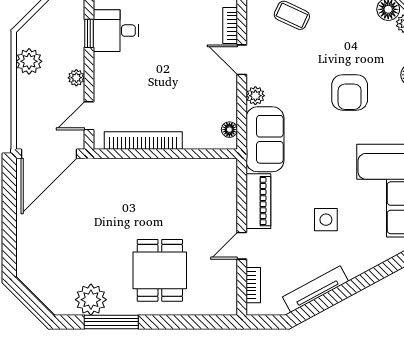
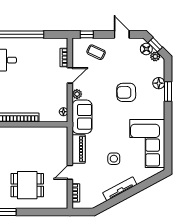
door: (242, 60) -> (70, 75), swing flipped
armchair: (350, 92) -> (126, 92), turned 89
dining table: (160, 270) -> (27, 185), turned 90
tv unit: (315, 289) -> (120, 189), moved

